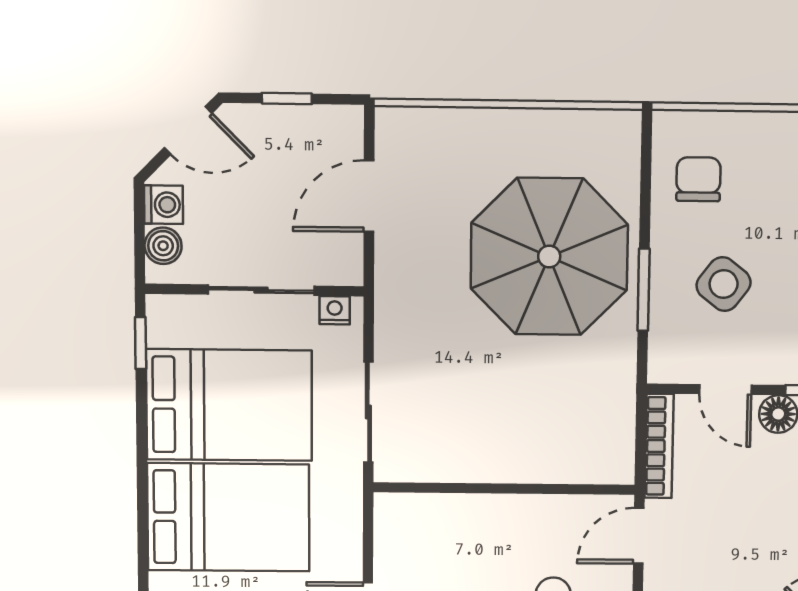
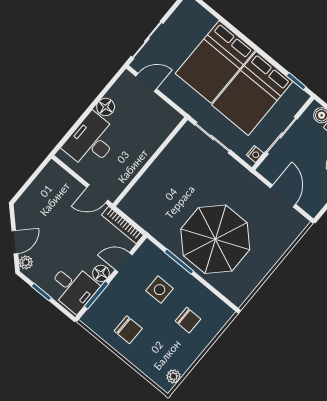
chair: (698, 179) -> (188, 320), moved
side table: (724, 284) -> (160, 290), turned -38
door: (639, 536) -> (97, 194), swing flipped

